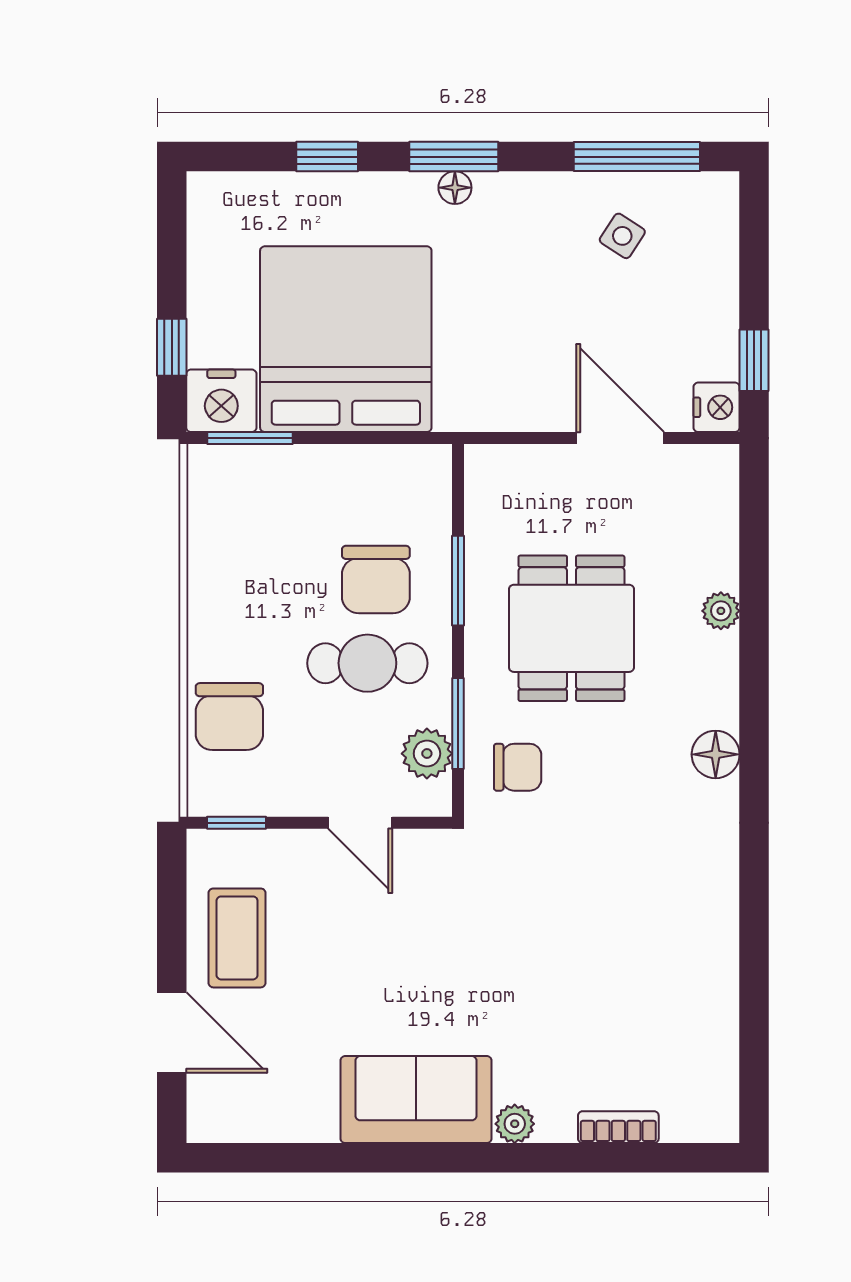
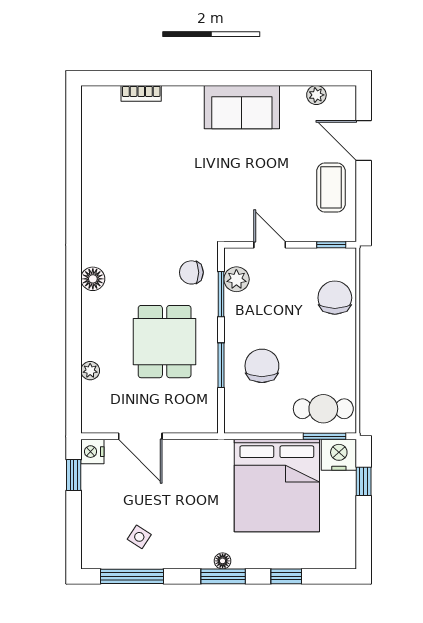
plant: (721, 611) -> (90, 371), moved
cafe table: (367, 663) -> (323, 409), moved
plant: (515, 1124) -> (316, 95), moved

